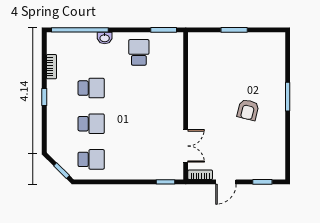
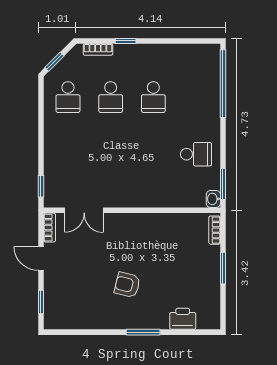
bookcase: (202, 37) -> (215, 230), added
washbasin: (105, 38) -> (213, 199), moved
printer: (276, 63) -> (183, 319), added
bookcase: (51, 67) -> (98, 50), moved
window: (44, 97) -> (126, 41), moved

